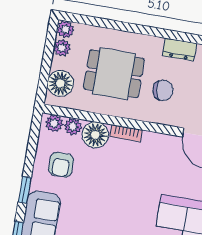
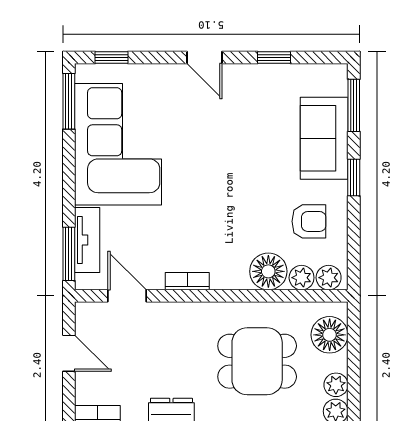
chair: (163, 90) -> (185, 350), removed
bookcase: (126, 133) -> (187, 281), moved
armchair: (61, 165) -> (309, 221), turned 90

